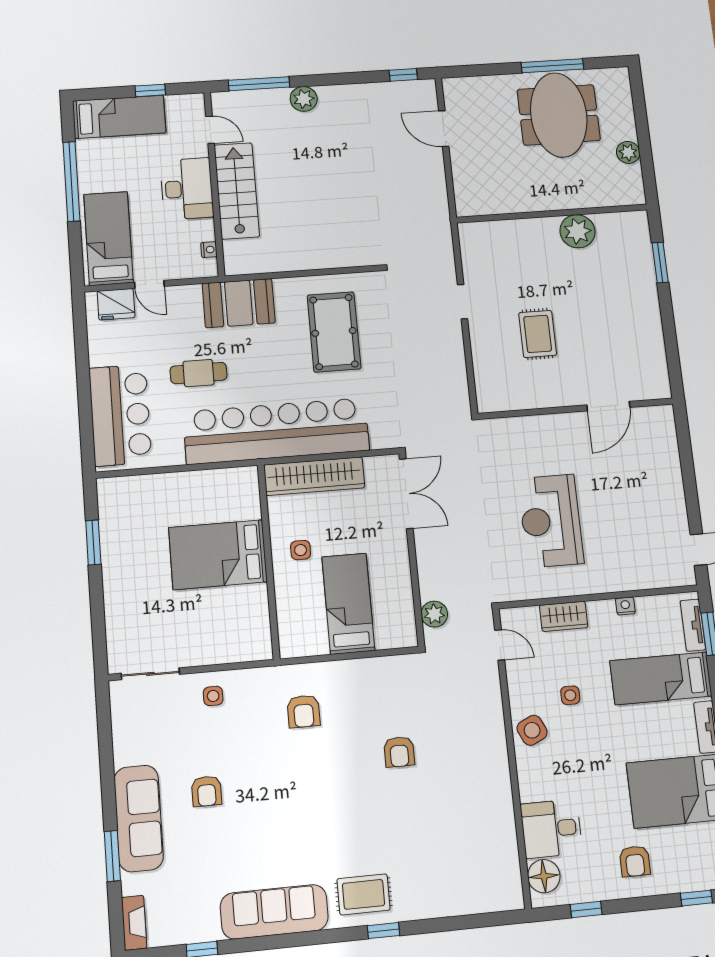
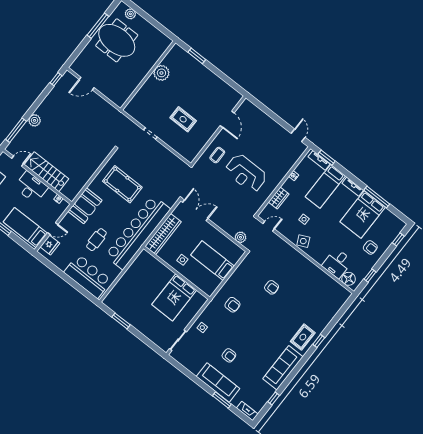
plant: (628, 152) -> (130, 14), moved
coffee table: (534, 444) -> (217, 155), added
bed: (218, 555) -> (174, 297), moved

